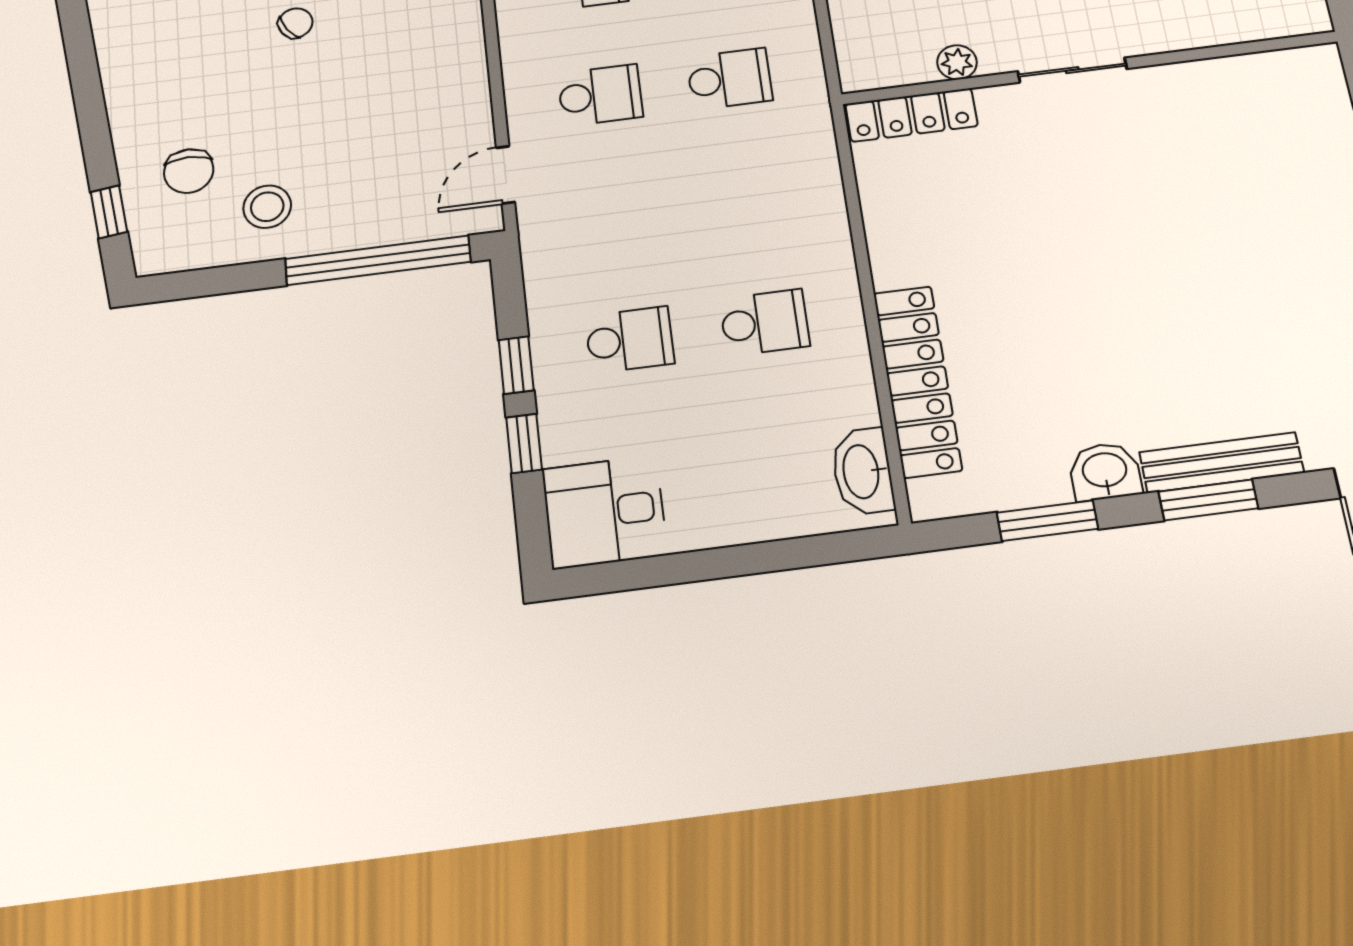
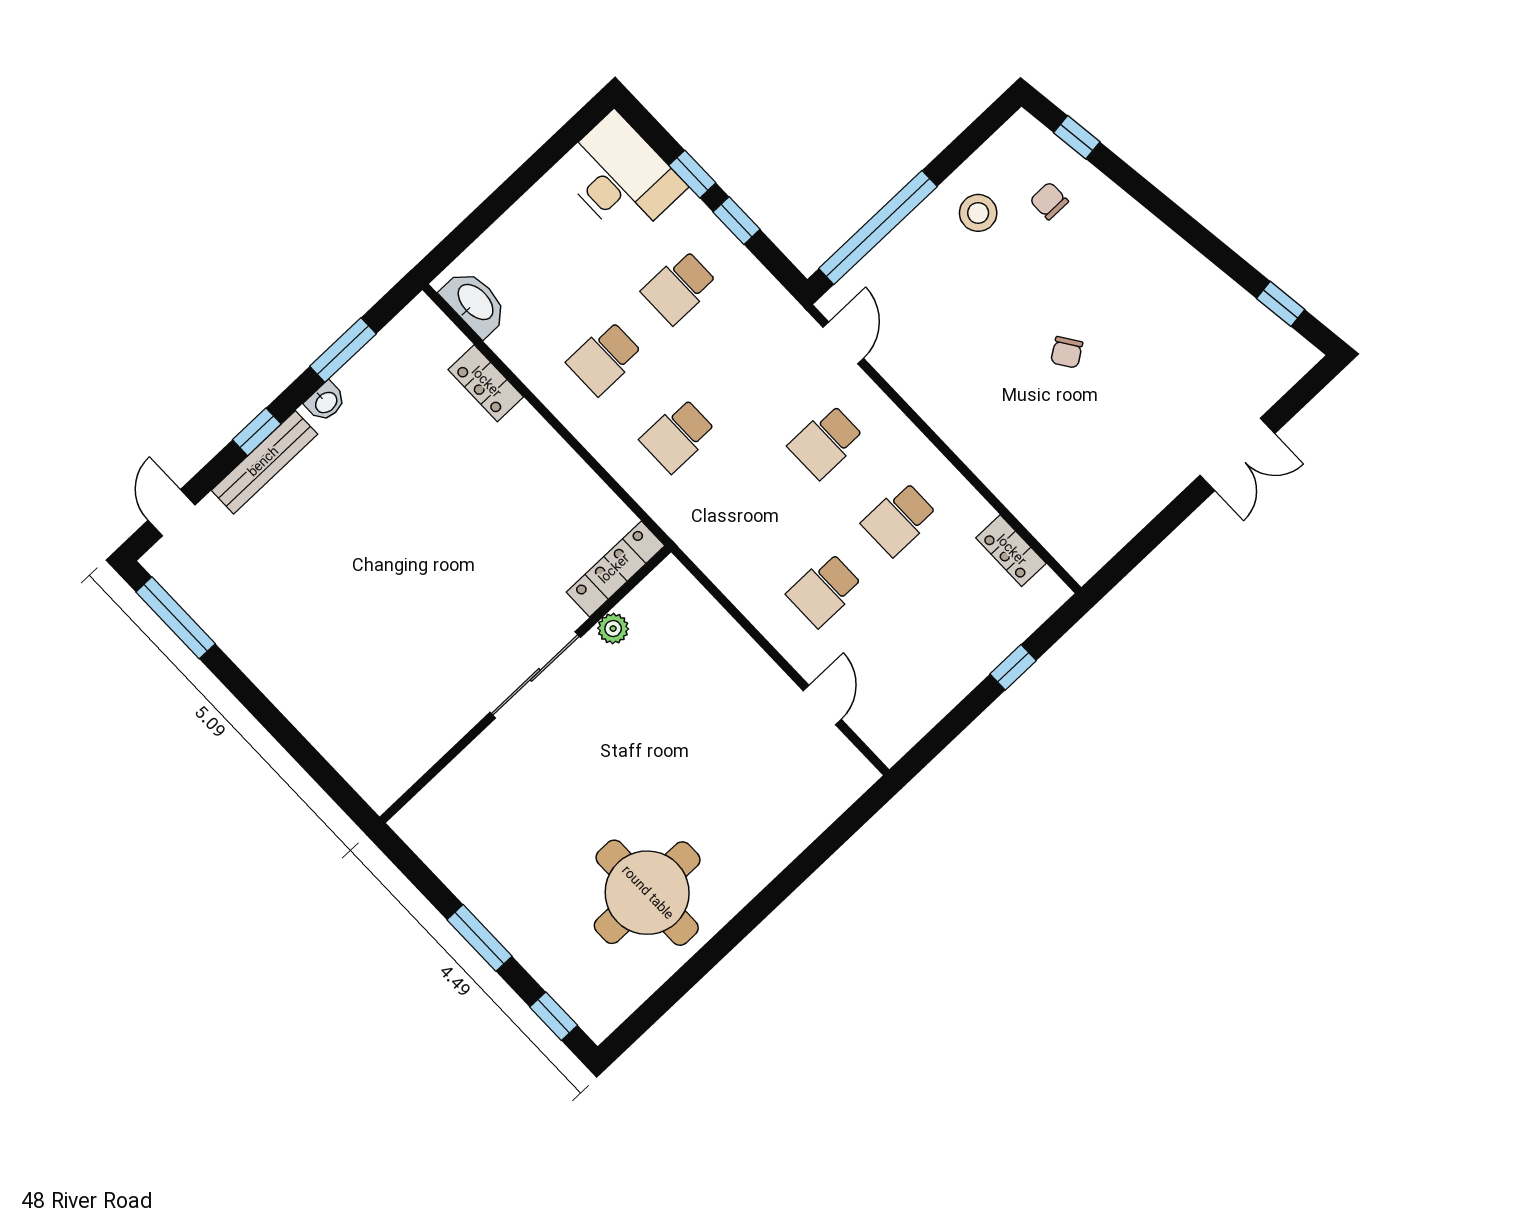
sliding door: (1072, 70) -> (535, 675), width x1.37
school desk: (729, 79) -> (678, 435), moved
chair: (189, 171) -> (1049, 201), width x0.73, depth x0.73
locker: (917, 381) -> (486, 383), width x0.46, depth x0.83
washbasin: (1105, 471) -> (326, 402), width x0.72, depth x0.69
window: (1208, 500) -> (257, 432), width x0.67
desk: (605, 512) -> (621, 177), width x1.37

